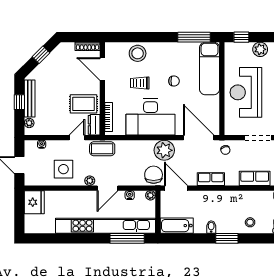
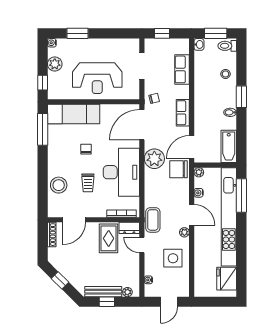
fridge: (34, 202) -> (227, 279), moved, turned -90

